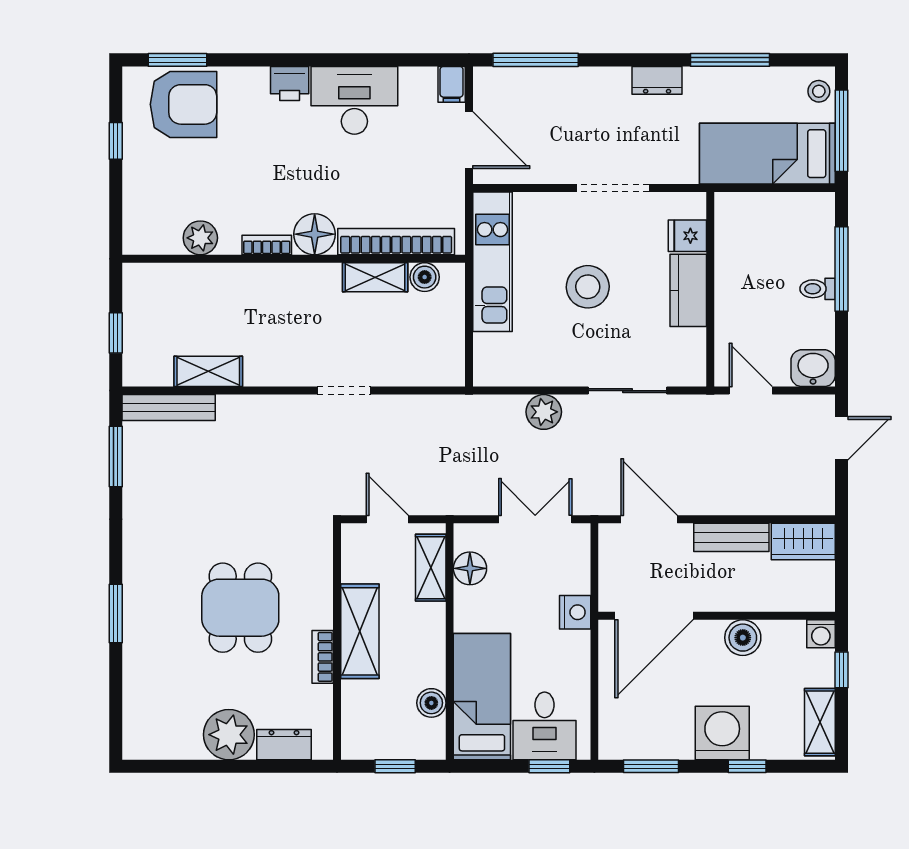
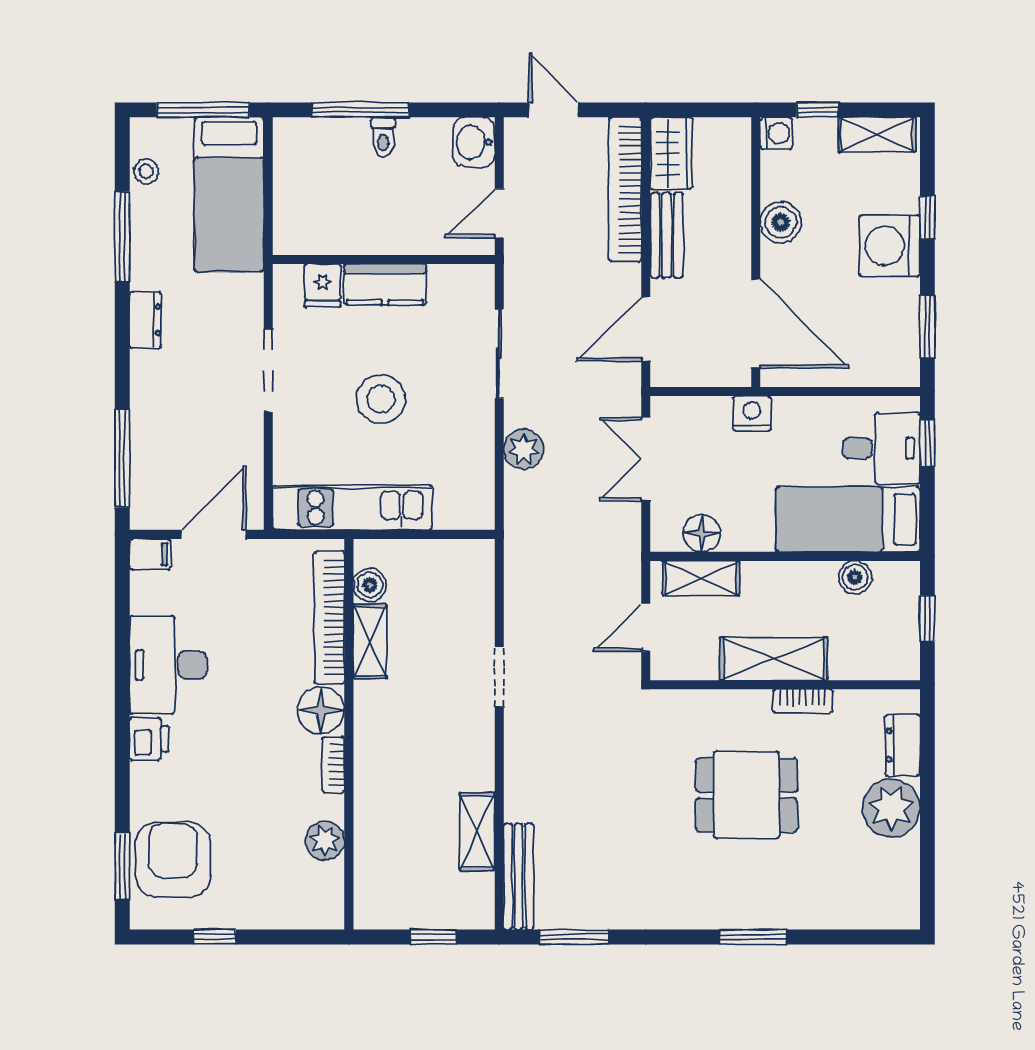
stool: (819, 91) -> (146, 171), moved
bookcase: (772, 501) -> (625, 189), added

